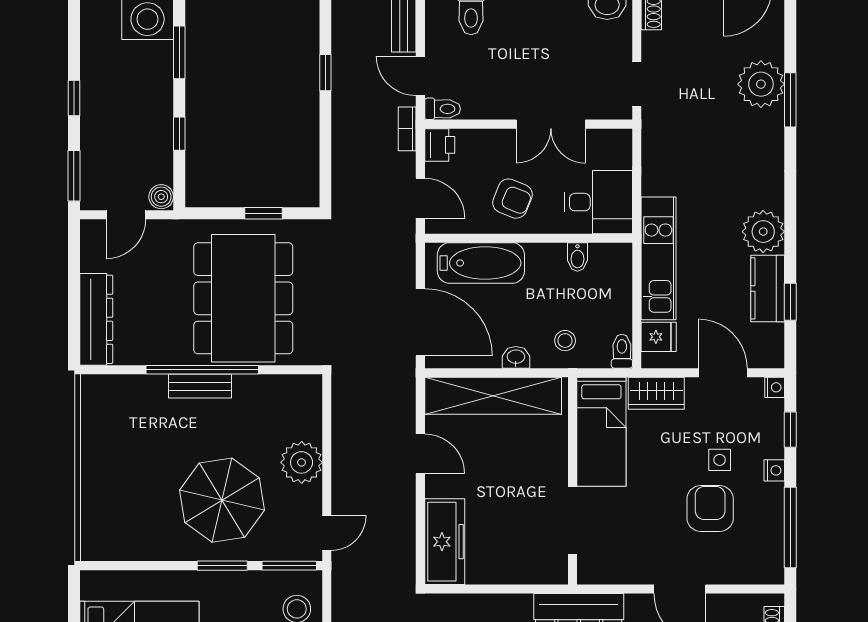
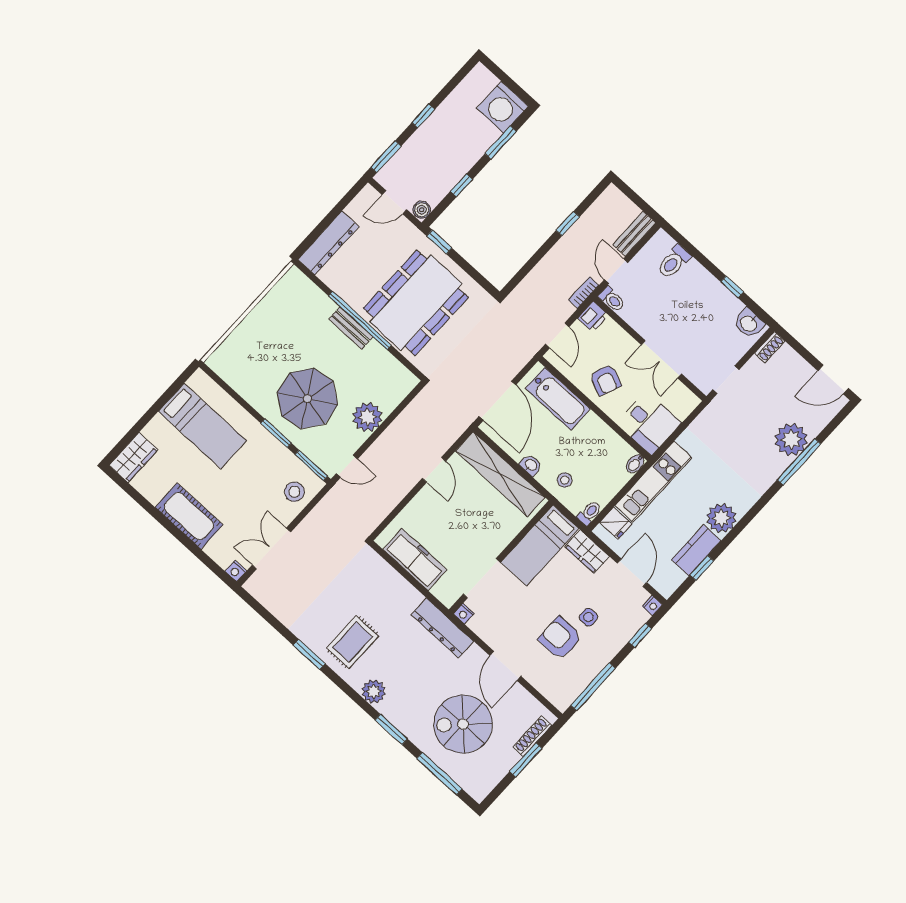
window: (790, 100) -> (799, 462), width x1.44
window: (264, 213) -> (439, 242), moved
bidet: (577, 257) -> (635, 464), moved
nightstand: (774, 470) -> (464, 614), moved, turned 90
armchair: (710, 509) -> (560, 638), turned -90
freezer: (445, 542) -> (415, 560), moved, turned -90

